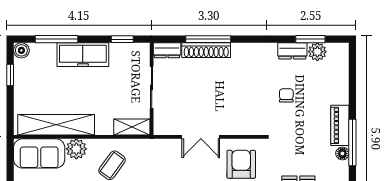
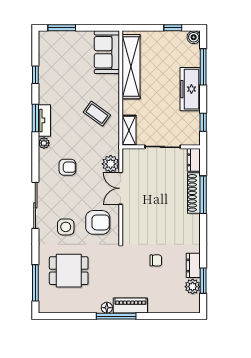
plant: (76, 149) -> (111, 164), moved

